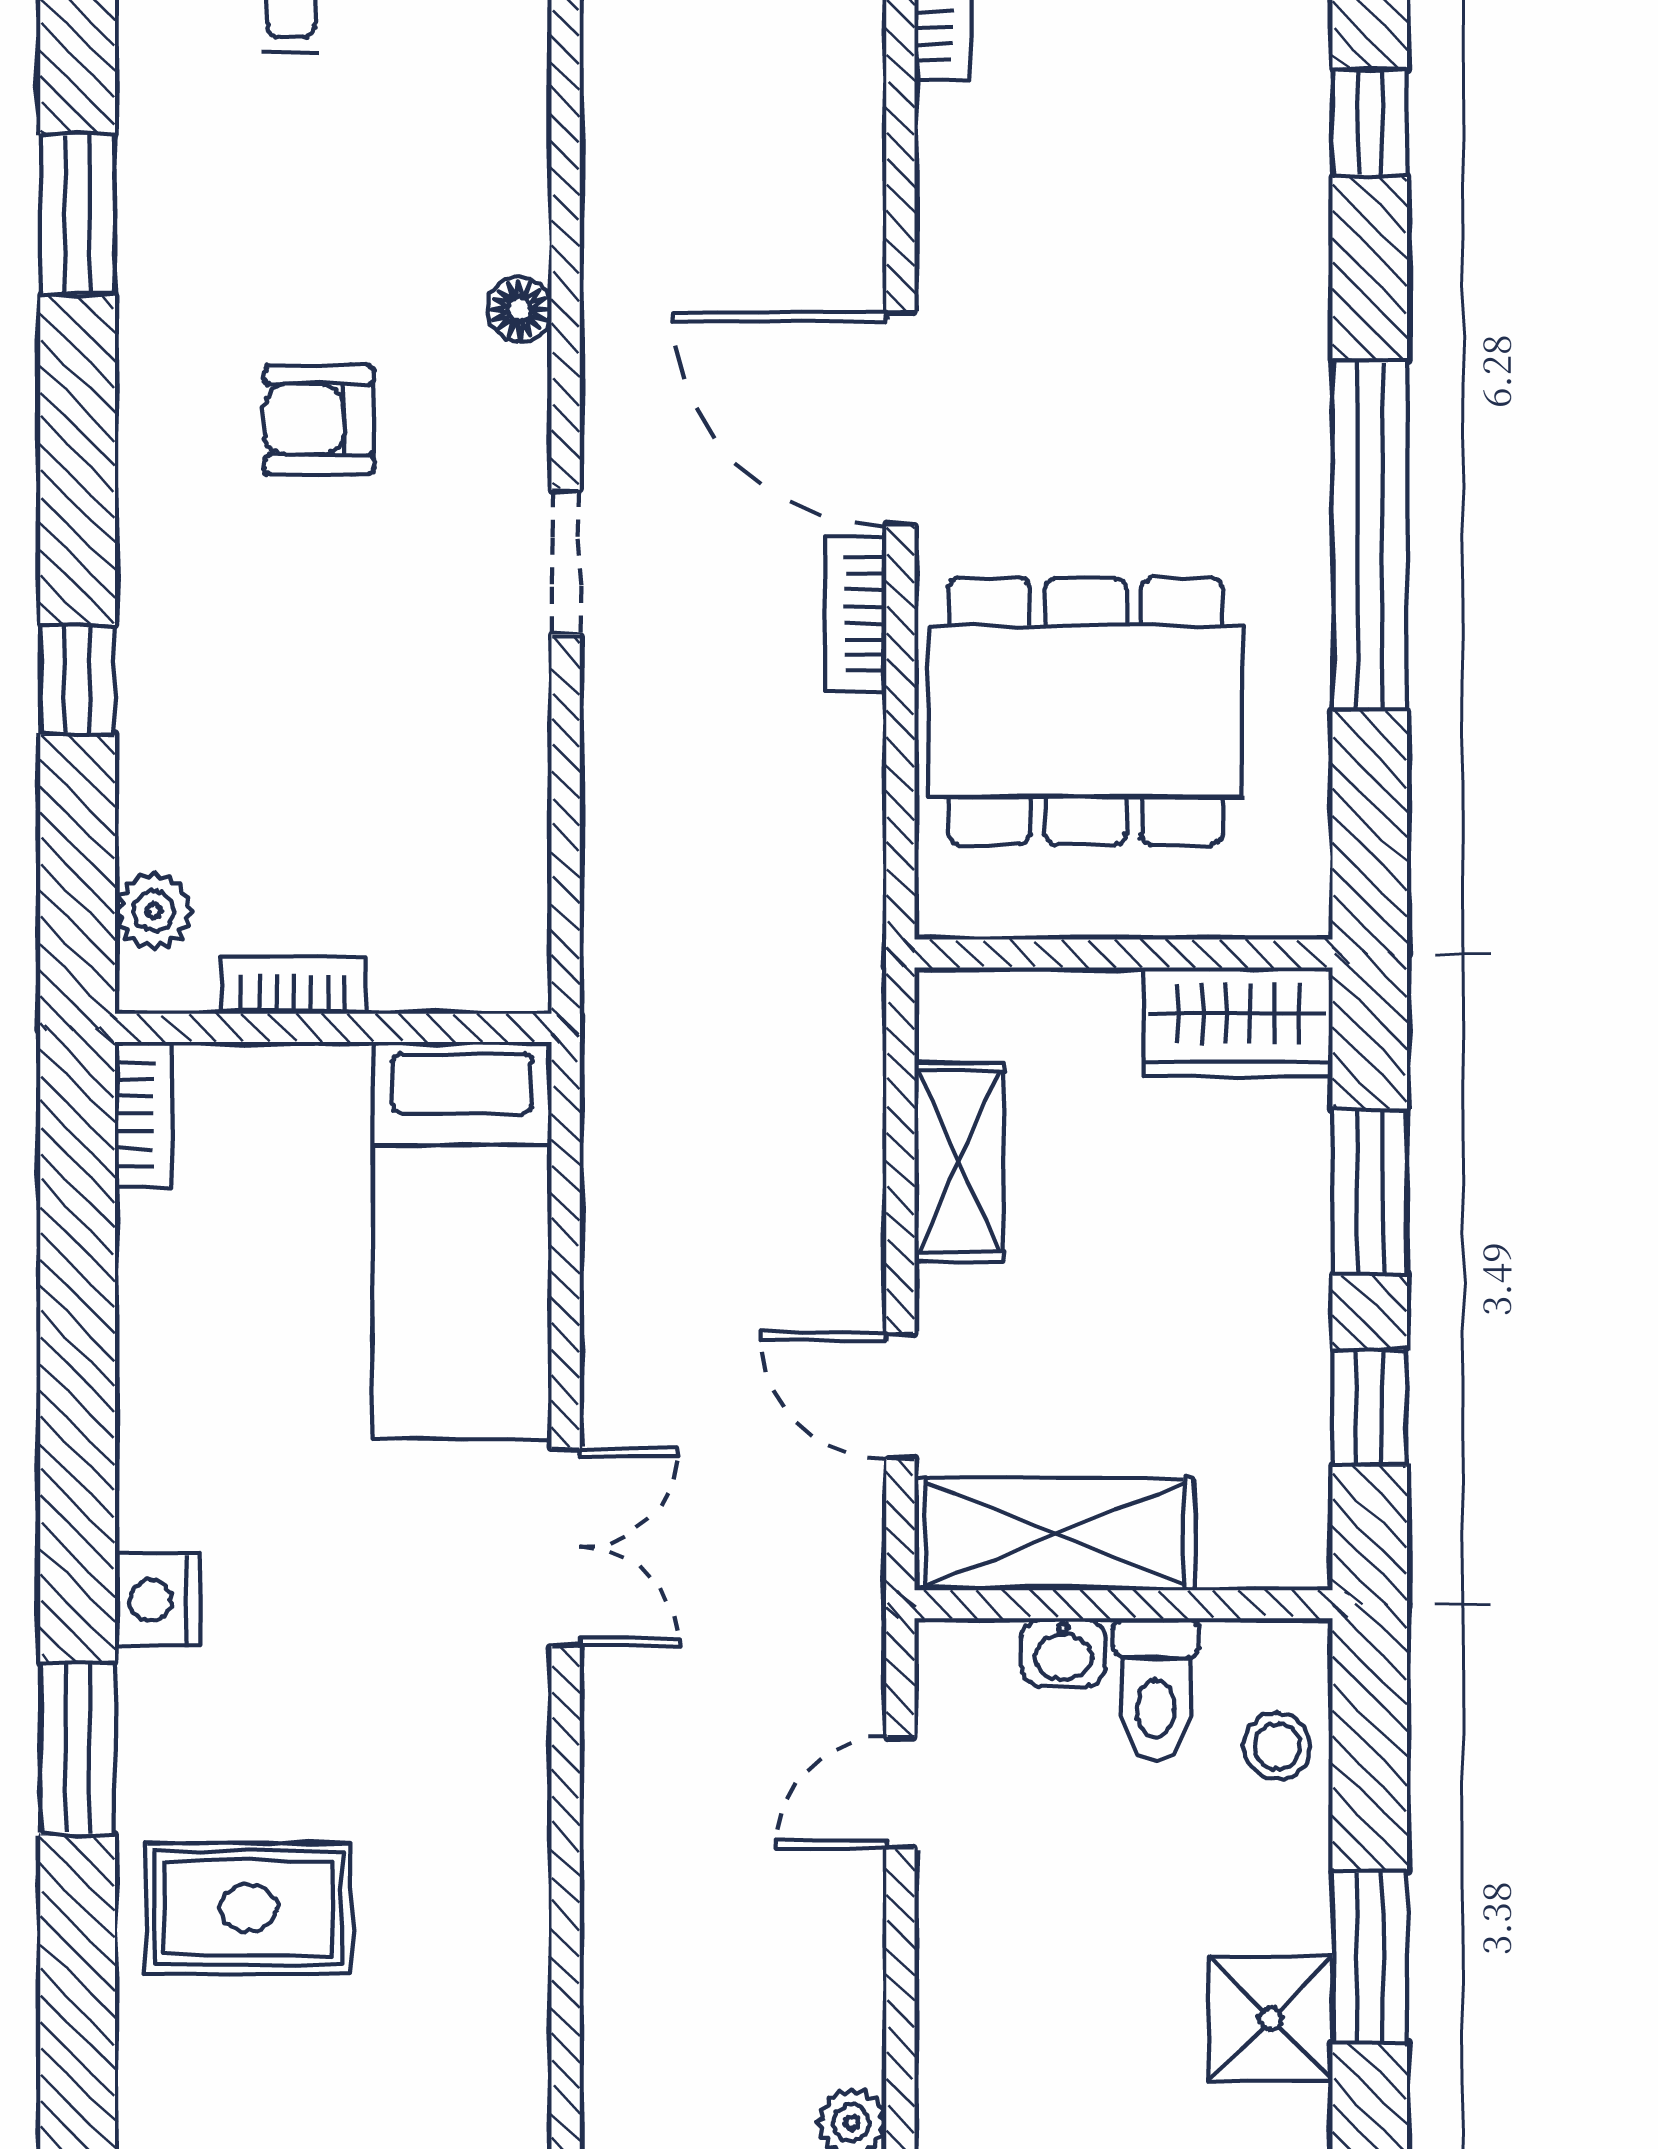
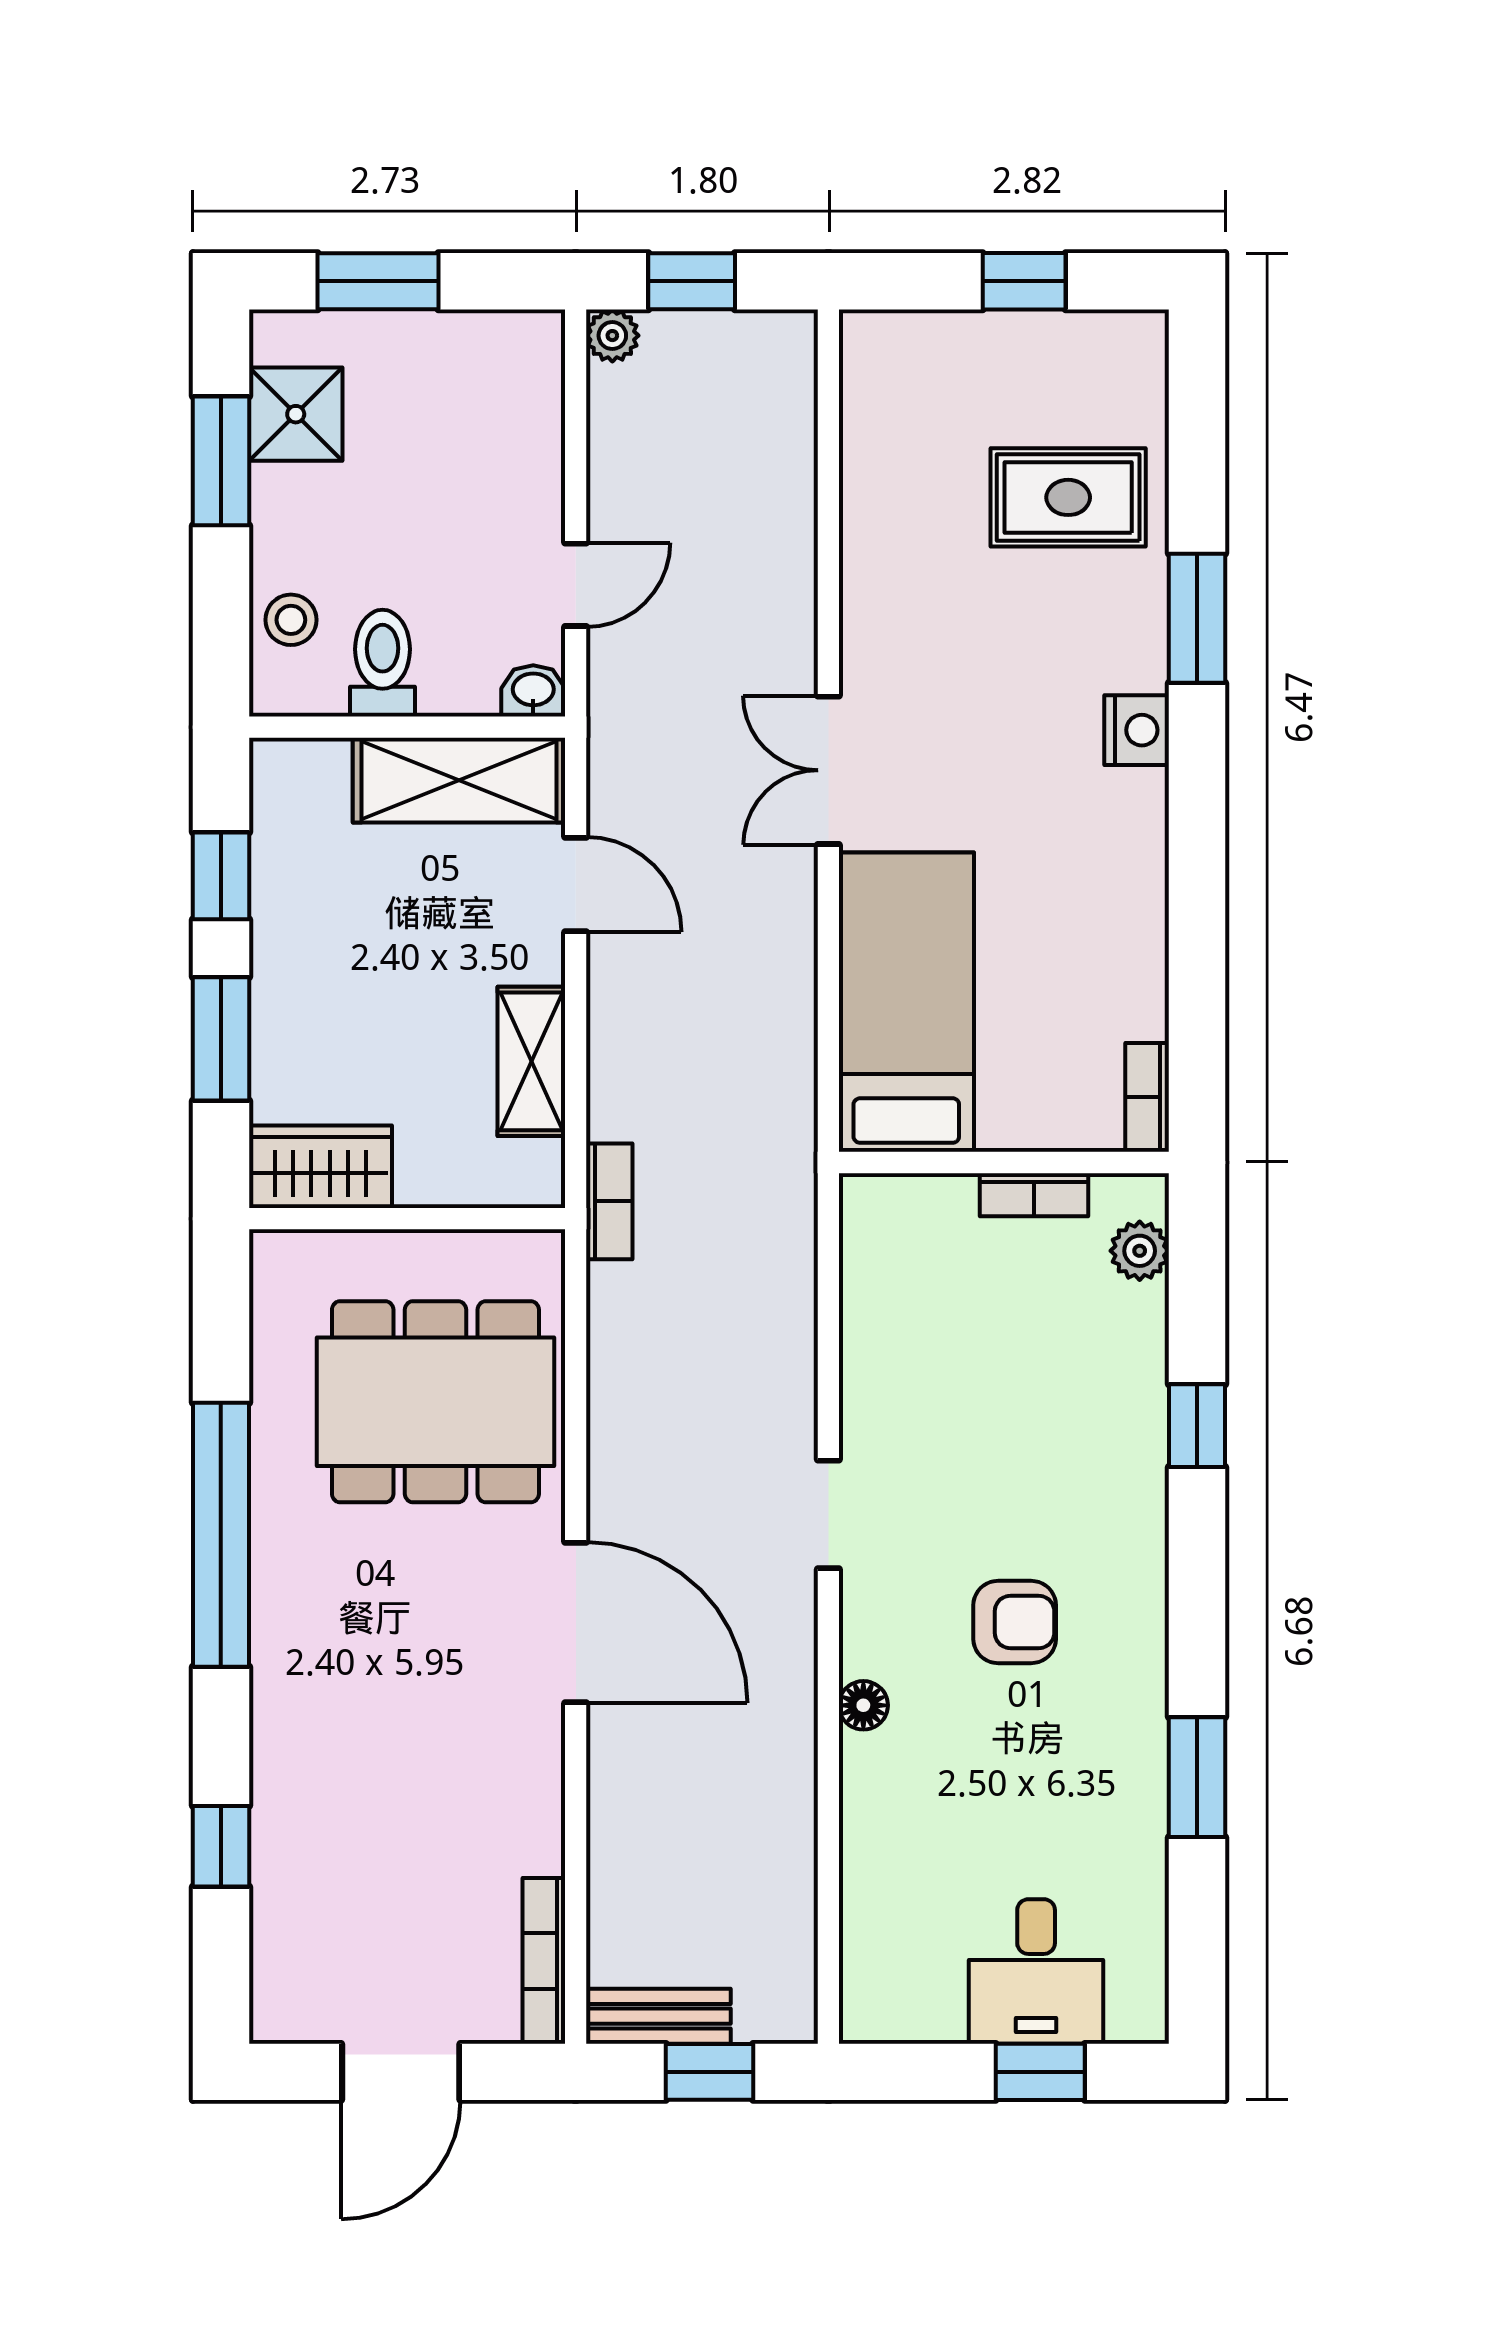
bookcase: (856, 614) -> (609, 1201), moved
washbasin: (1063, 1652) -> (533, 691), moved

